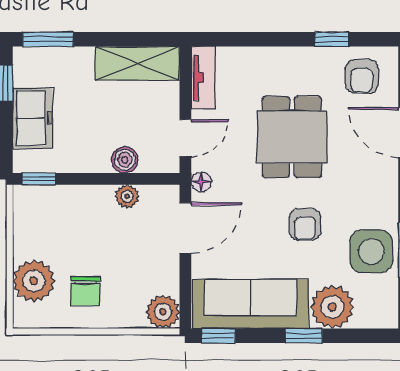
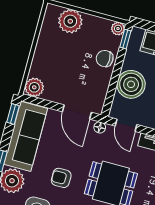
boiler: (125, 160) -> (131, 84), width x1.86, depth x1.86
plant: (127, 196) -> (118, 29), moved
chair: (85, 291) -> (105, 59), moved

